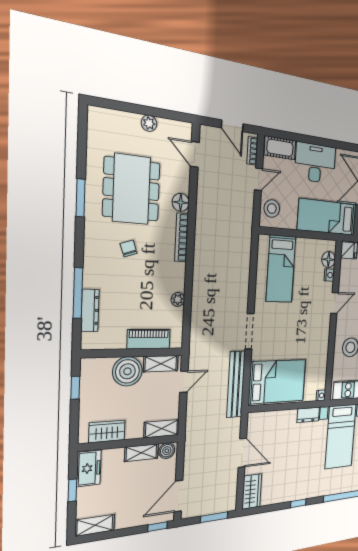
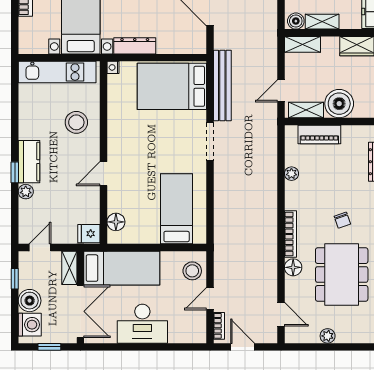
cot: (280, 148) -> (187, 333), removed
nightstand: (329, 275) -> (113, 205), removed
dresser: (308, 415) -> (135, 46), width x1.44

